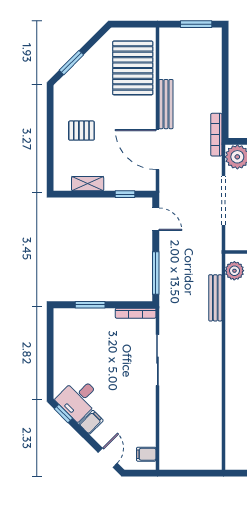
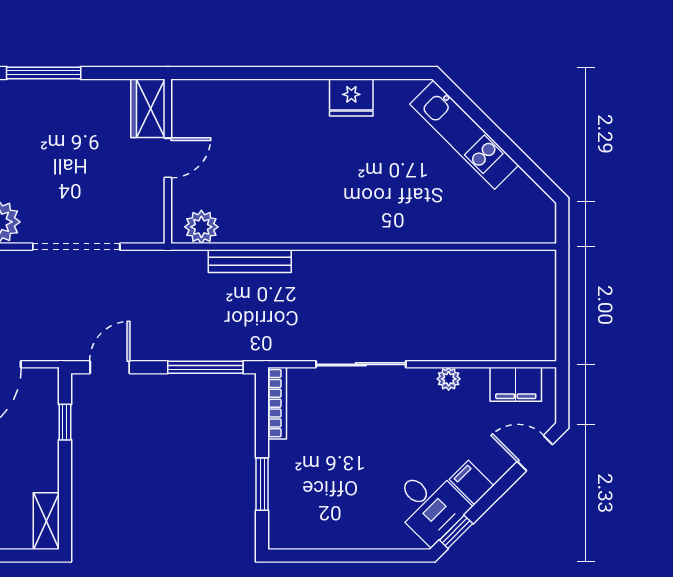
shelving: (88, 184) -> (46, 521), moved
plant: (149, 409) -> (449, 379), added
filing cabinet: (146, 454) -> (516, 384), width x2.00

